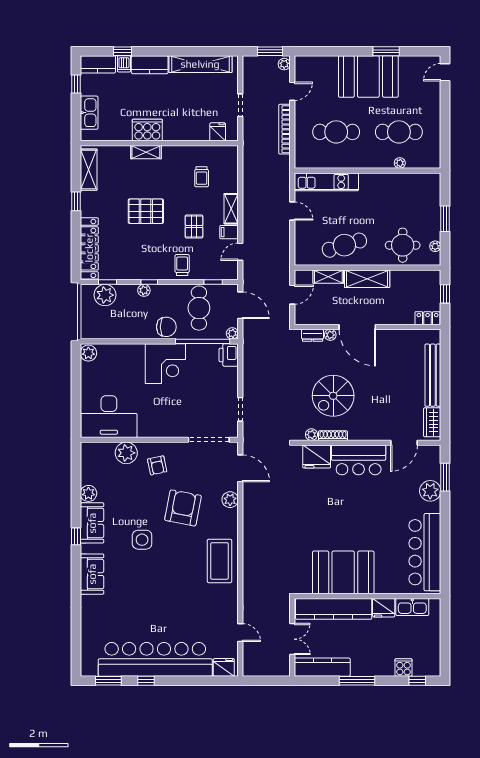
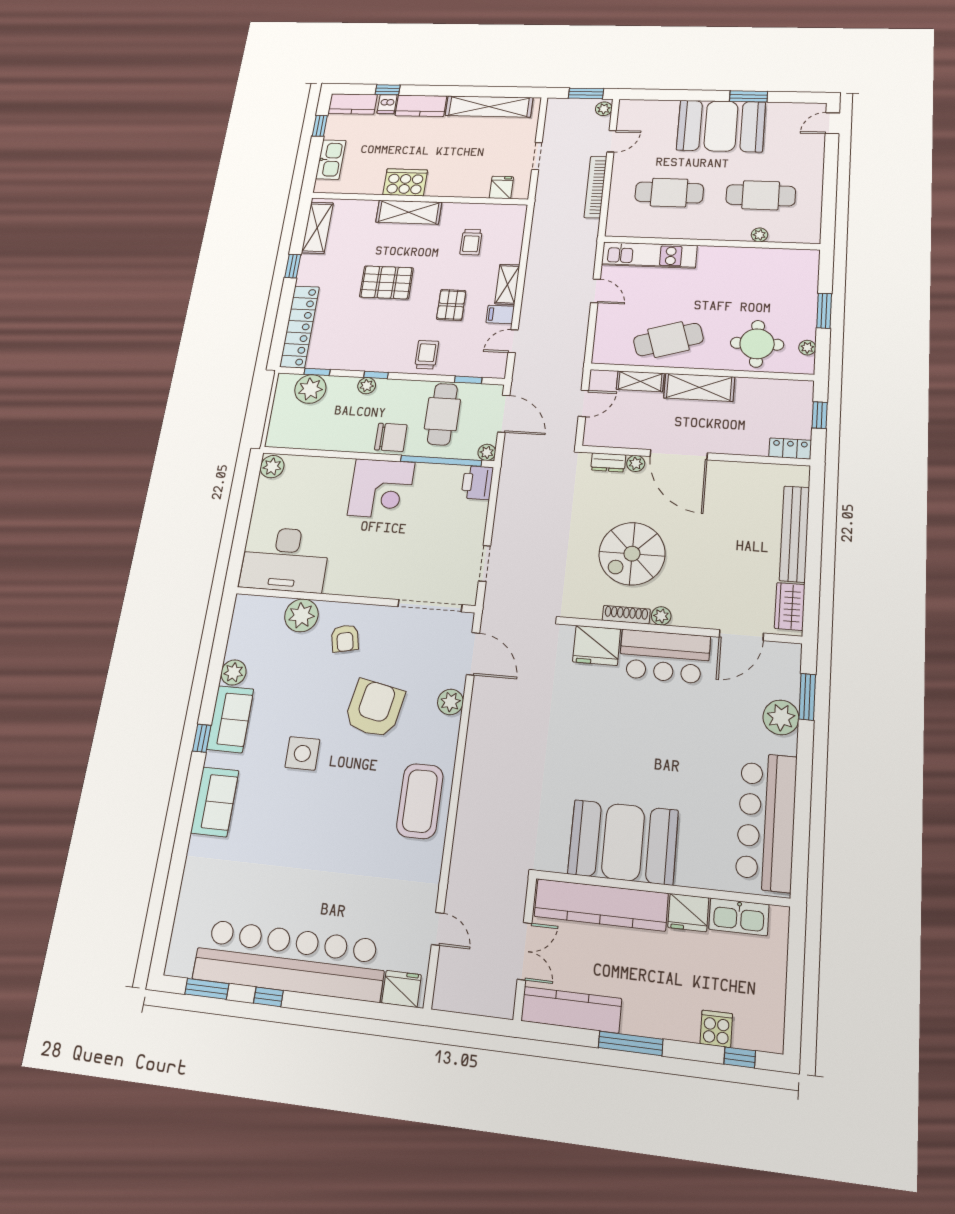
shelving: (146, 152) -> (409, 212), width x1.50, depth x1.33
plant: (311, 435) -> (661, 616), moved

